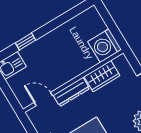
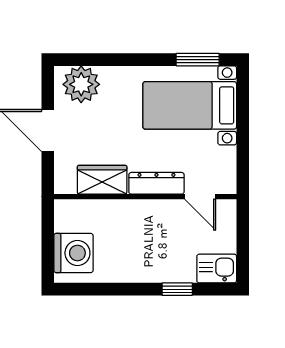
washing machine: (105, 46) -> (74, 253), moved

